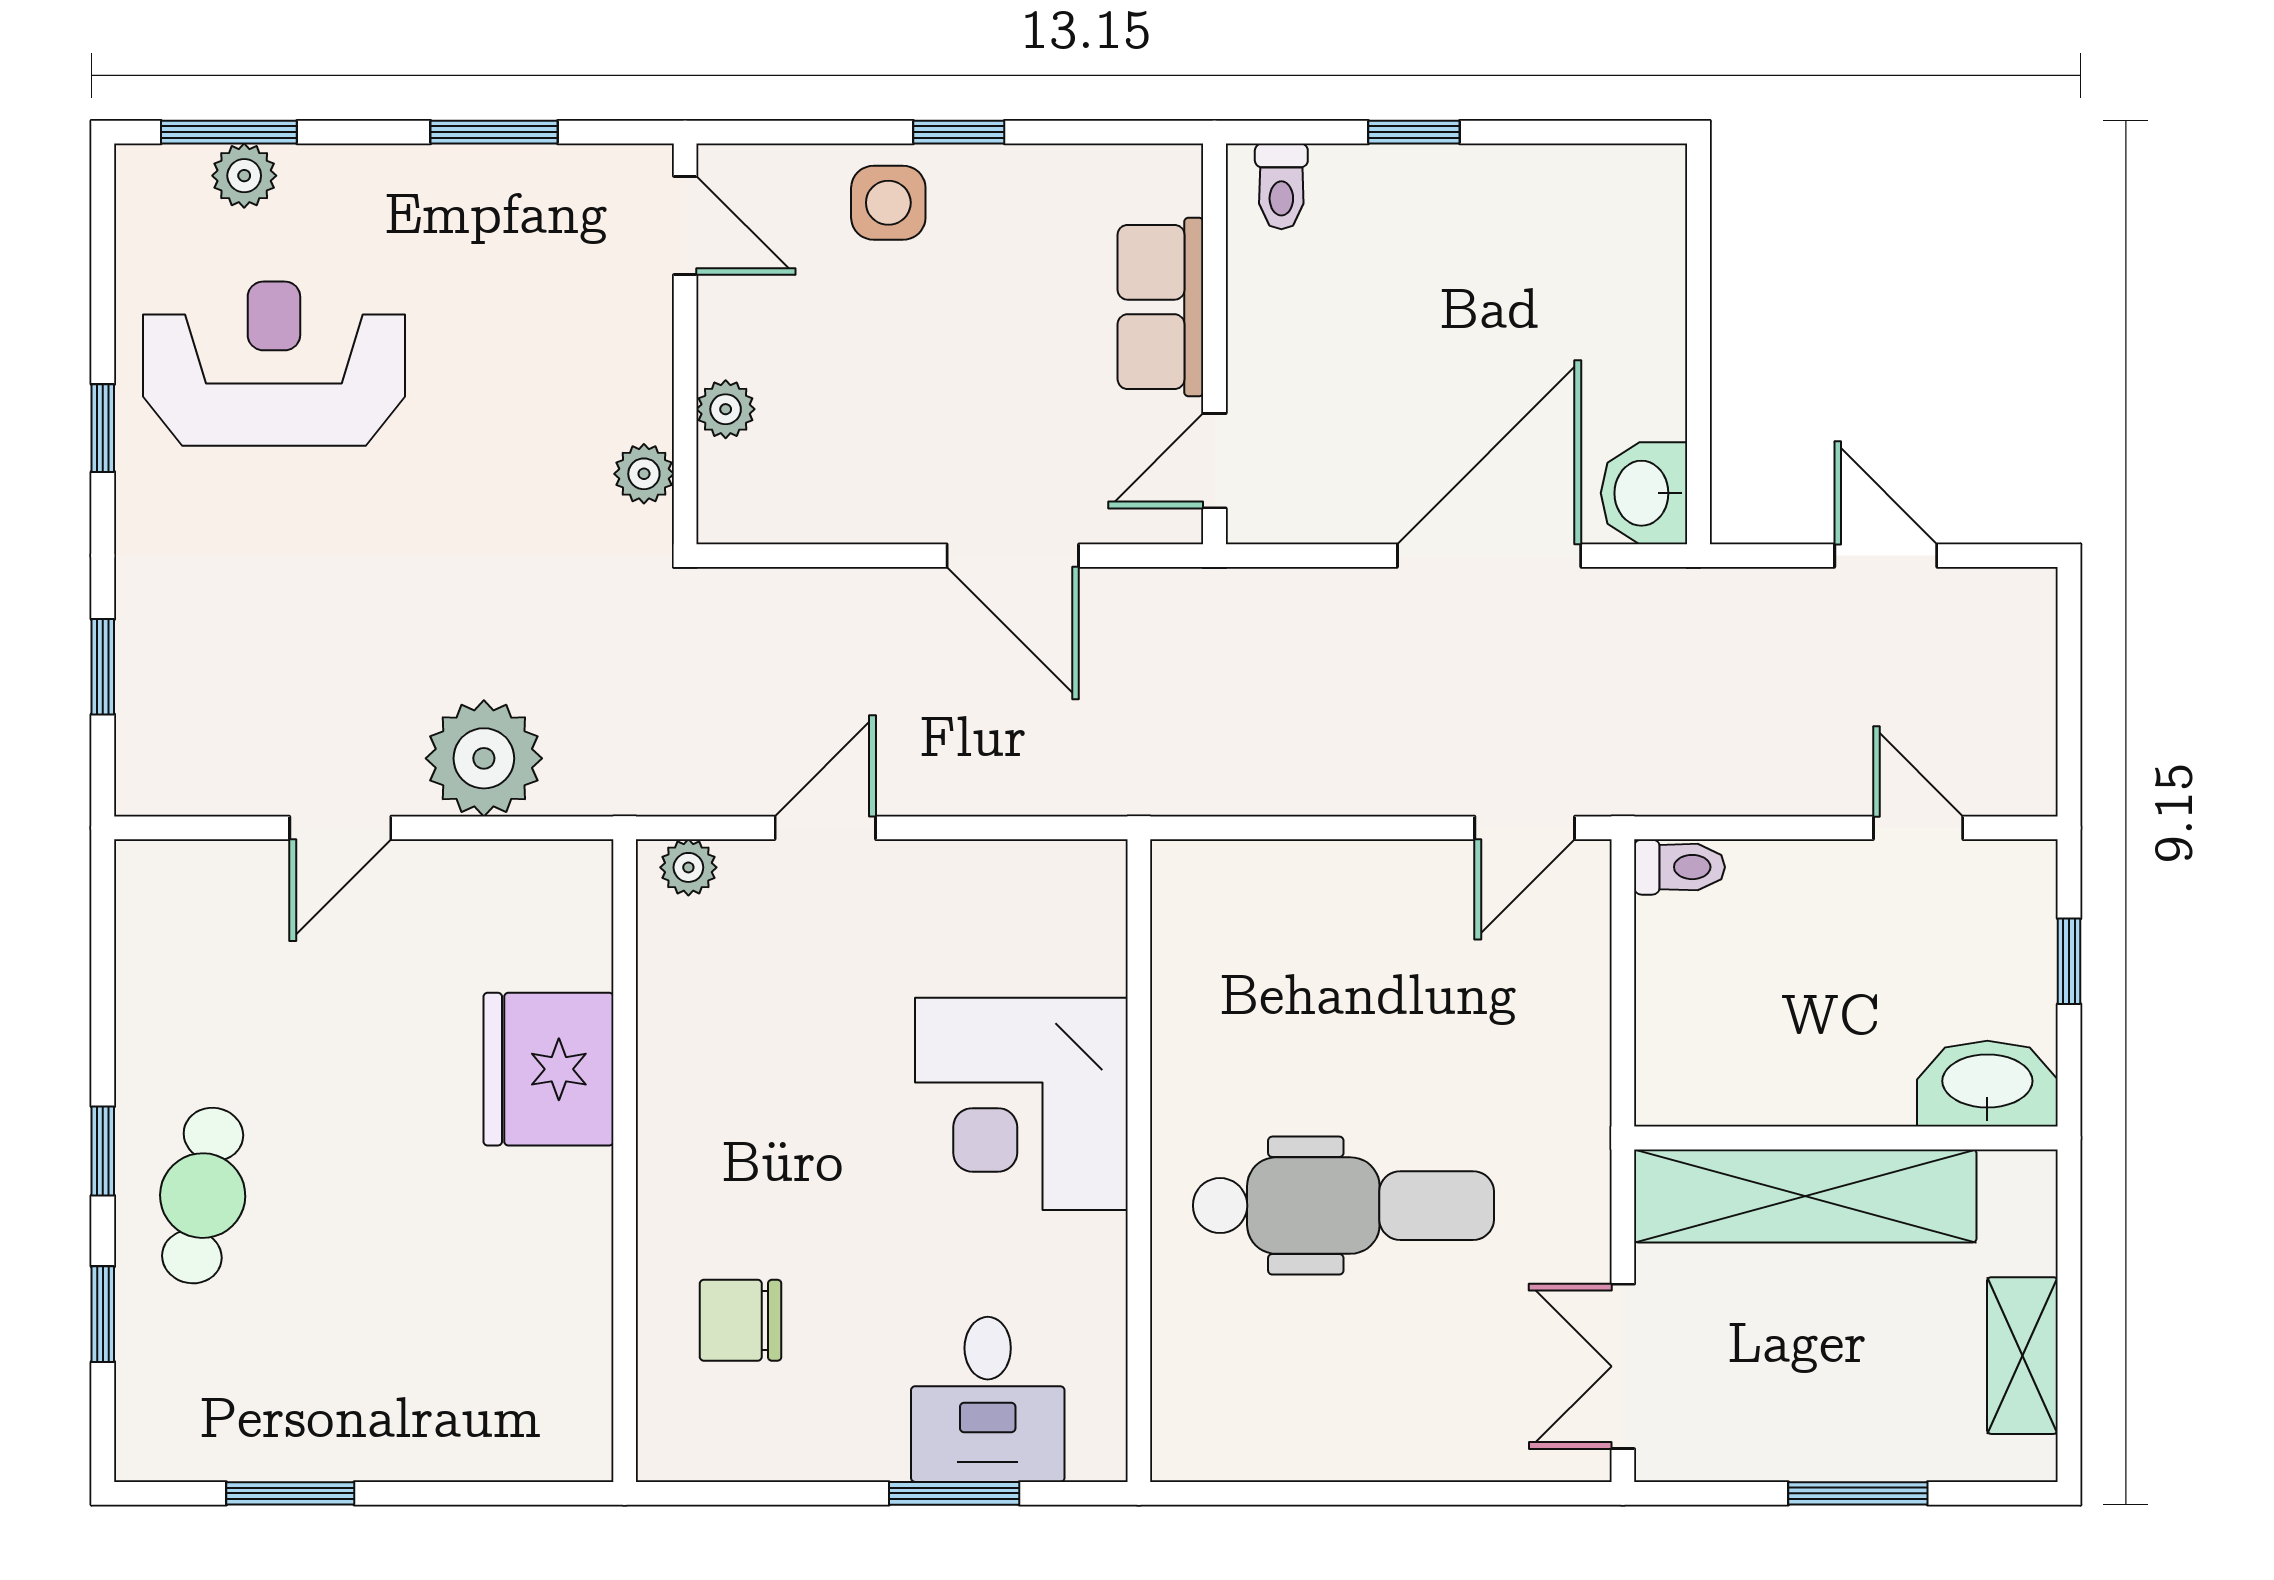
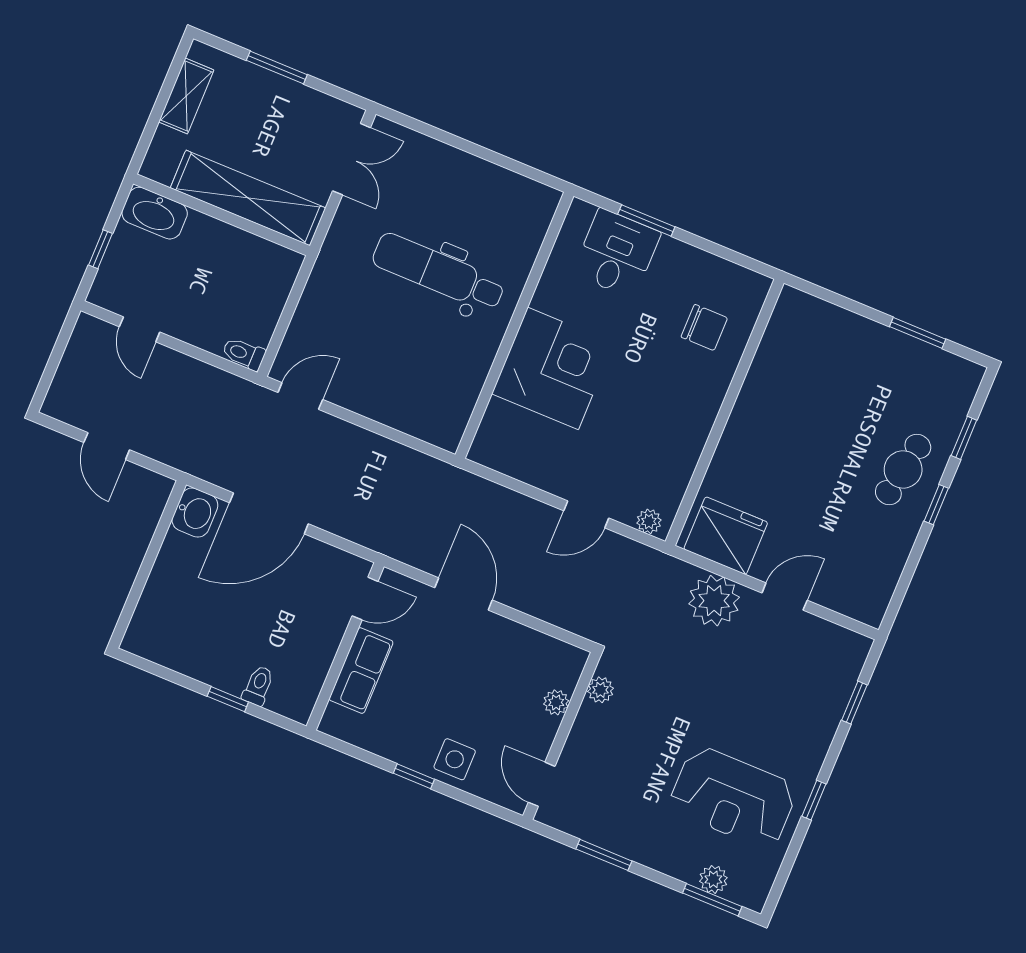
toilet: (1281, 186) -> (258, 686), moved
fridge: (548, 1069) -> (726, 536), moved, turned -90

